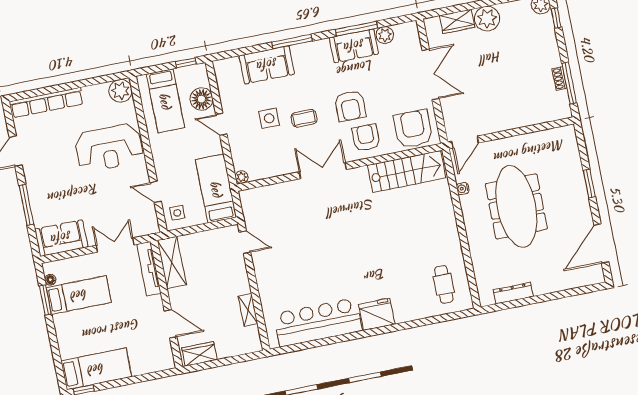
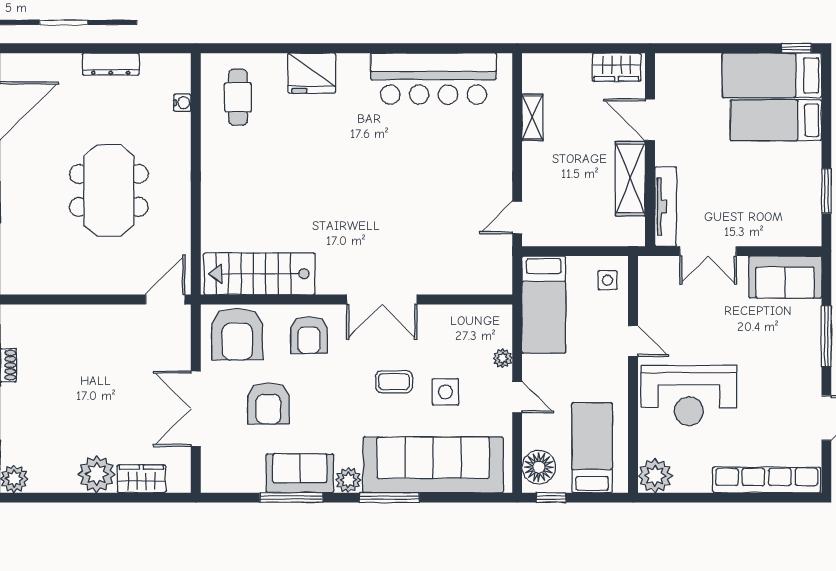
plant: (385, 35) -> (348, 480), moved
sofa: (267, 65) -> (433, 465), width x1.85, depth x1.27
floor lamp: (201, 99) -> (539, 467), moved
armchair: (350, 106) -> (268, 403), moved, turned 180
reception desk: (109, 148) -> (689, 396), turned 180
plant: (242, 177) -> (503, 358), moved
water cooler: (463, 189) -> (182, 103), moved
door: (156, 192) -> (633, 341), moved
meeting table: (516, 206) -> (109, 190), width x0.73
door: (245, 242) -> (517, 217), hinge flipped
shelving: (172, 262) -> (630, 178), moved
floor lamp: (50, 280) -> (813, 219), removed
dresser: (513, 293) -> (111, 64), moved
bed: (79, 295) -> (776, 120), moved
fridge: (377, 314) -> (312, 73), moved

